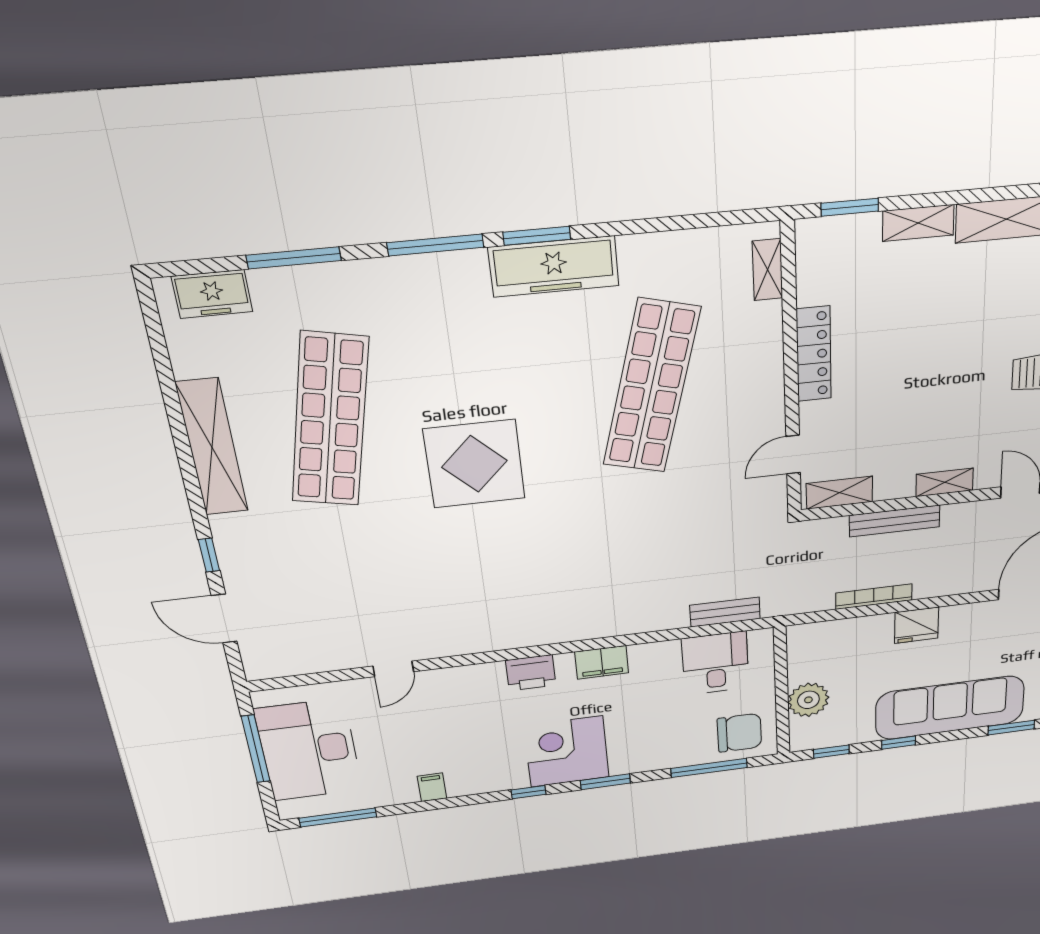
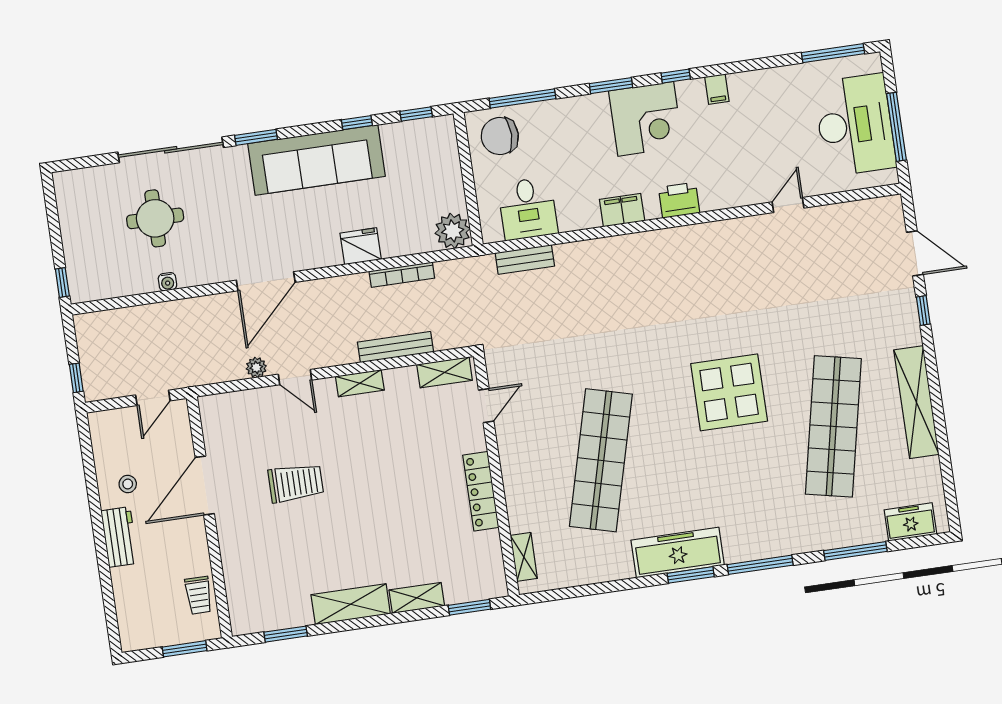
plant: (808, 700) -> (453, 231), moved
filing cabinet: (432, 787) -> (717, 89), moved

